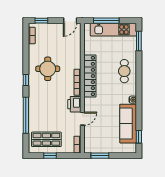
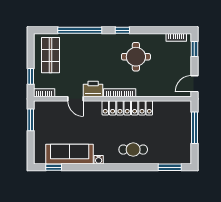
door: (70, 21) -> (194, 84), hinge flipped
kitchen unit: (113, 30) -> (184, 136), removed
window: (50, 156) -> (31, 76), moved

